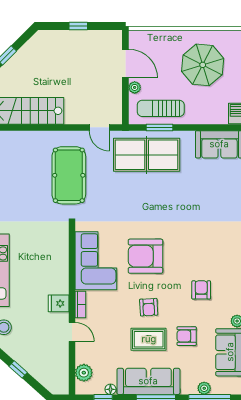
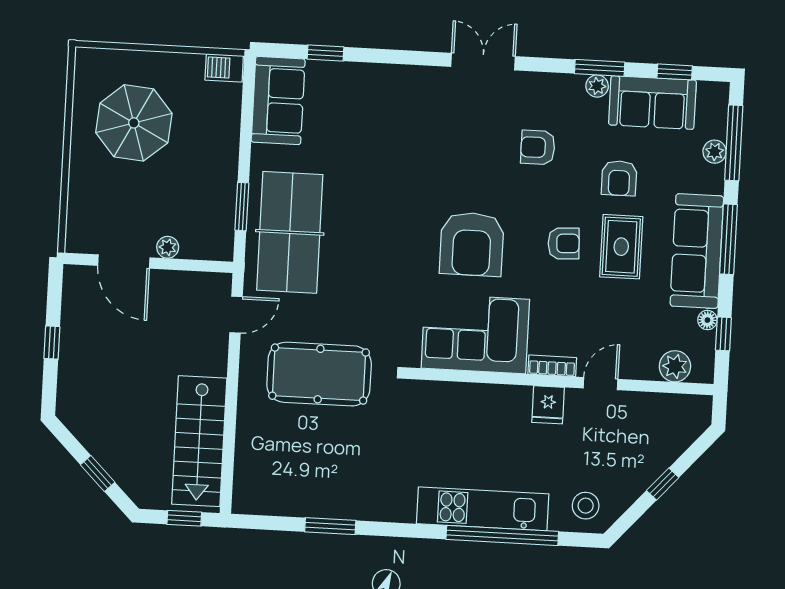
door: (125, 64) -> (124, 262), swing flipped
sun lounger: (161, 108) -> (208, 202), removed

